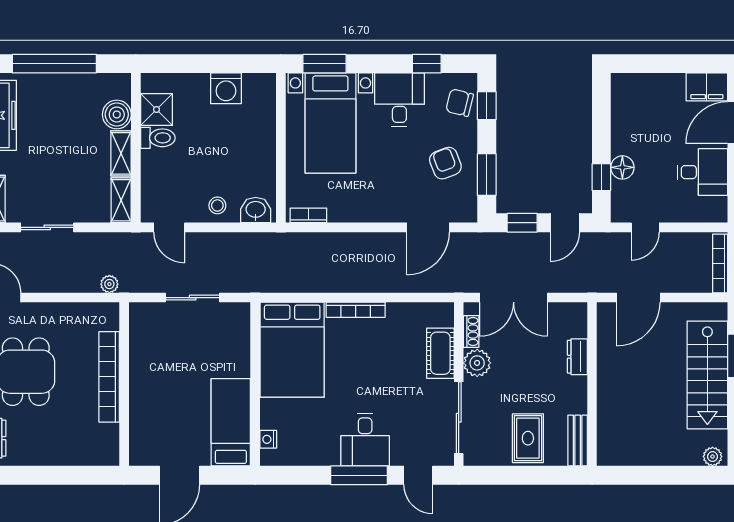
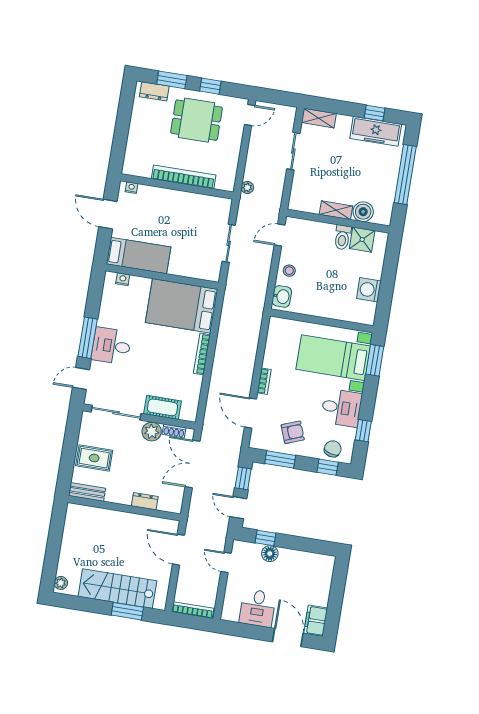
shelving: (121, 200) -> (304, 205), removed
bookcase: (308, 215) -> (264, 381), moved
nightstand: (136, 448) -> (131, 188), added

